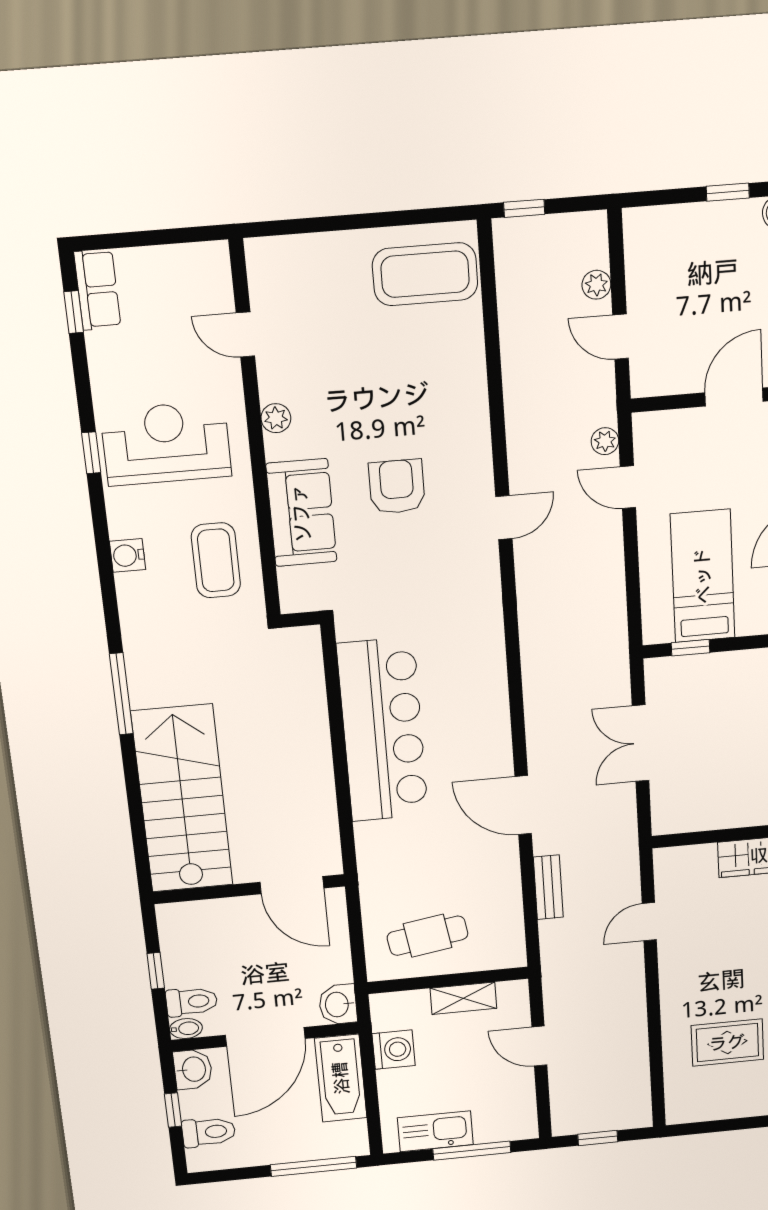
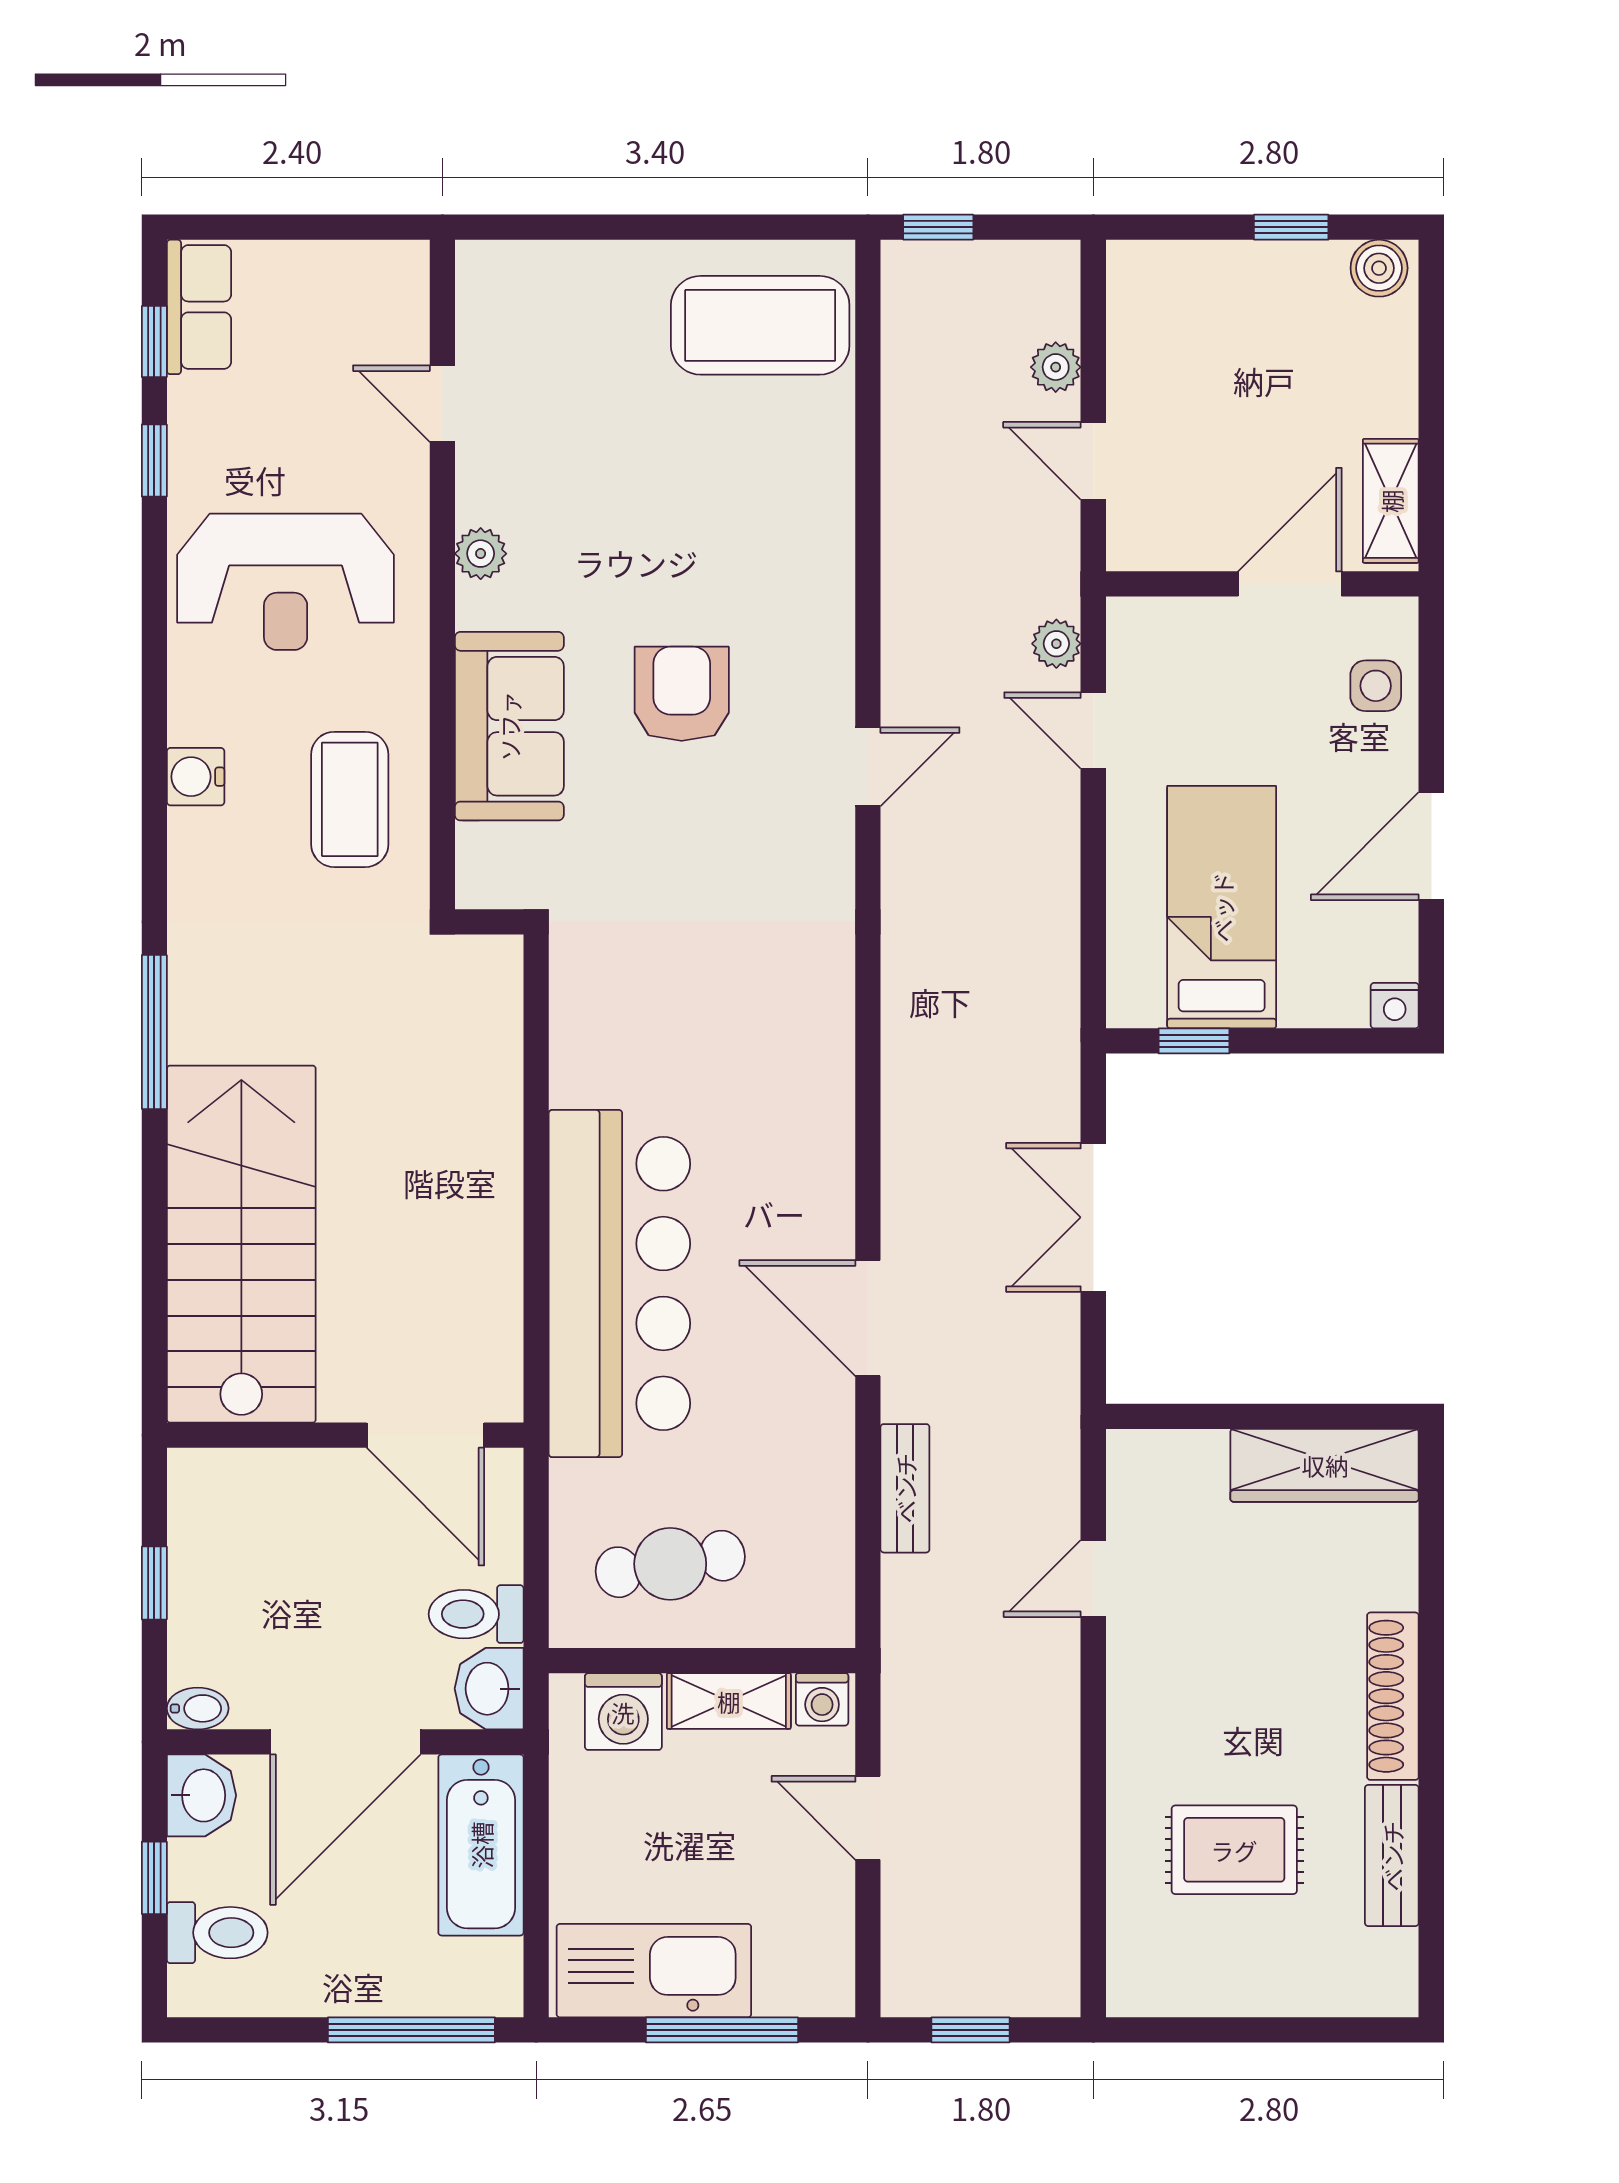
reception desk: (166, 443) -> (286, 582), turned 180
window: (91, 453) -> (154, 461), moved
bar counter: (383, 730) -> (619, 1284), moved
washing machine: (512, 993) -> (822, 1699), added
toilet: (192, 1002) -> (476, 1614), moved, turned 180
washing machine: (394, 1050) -> (623, 1712), moved, turned 90
kitchen sink: (435, 1131) -> (654, 1971), width x1.36, depth x1.24

